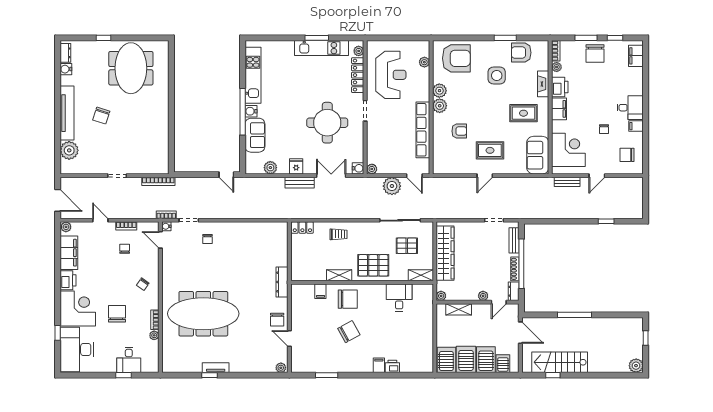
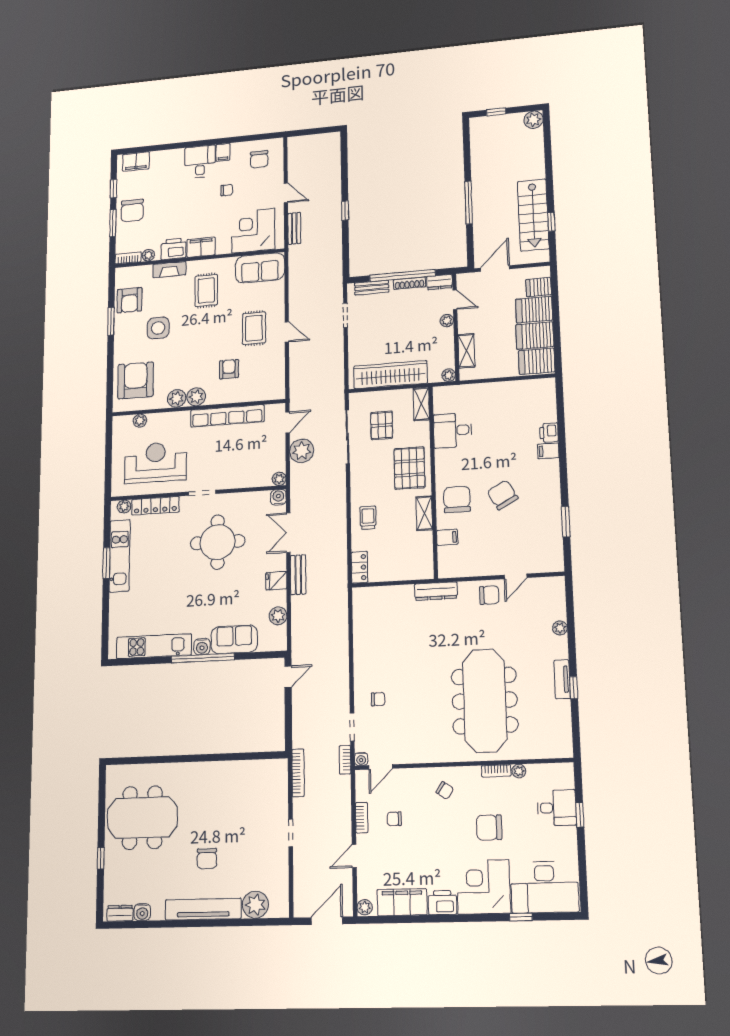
chair: (595, 53) -> (132, 211), turned 90
chair: (101, 116) -> (207, 859), turned 72
window: (606, 221) -> (345, 211), moved
plant: (281, 368) -> (560, 628), moved

